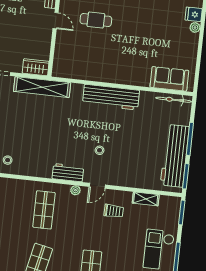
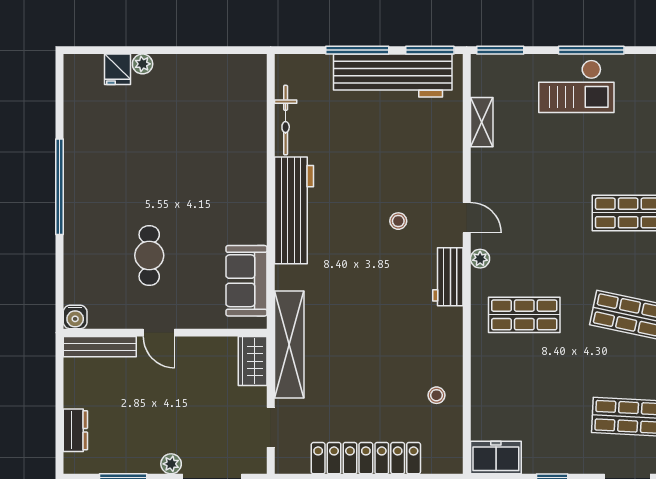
door: (56, 21) -> (159, 333), swing flipped
sofa: (169, 79) -> (246, 281), moved
bicycle: (174, 100) -> (286, 120), moved
trolley: (114, 211) -> (512, 181), removed

